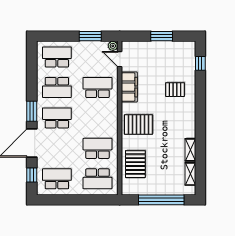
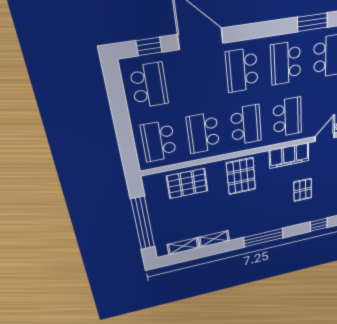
pallet: (175, 90) -> (303, 190), moved
window: (200, 110) -> (263, 238), added
window: (32, 111) -> (312, 22), moved
school desk: (57, 118) -> (242, 70), turned 180
school desk: (97, 118) -> (246, 125), added
school desk: (97, 148) -> (203, 133), turned 180

